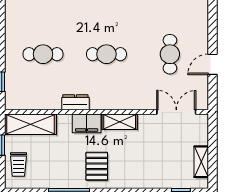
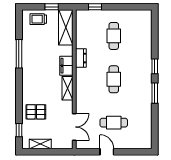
pallet: (97, 166) -> (36, 112), moved

